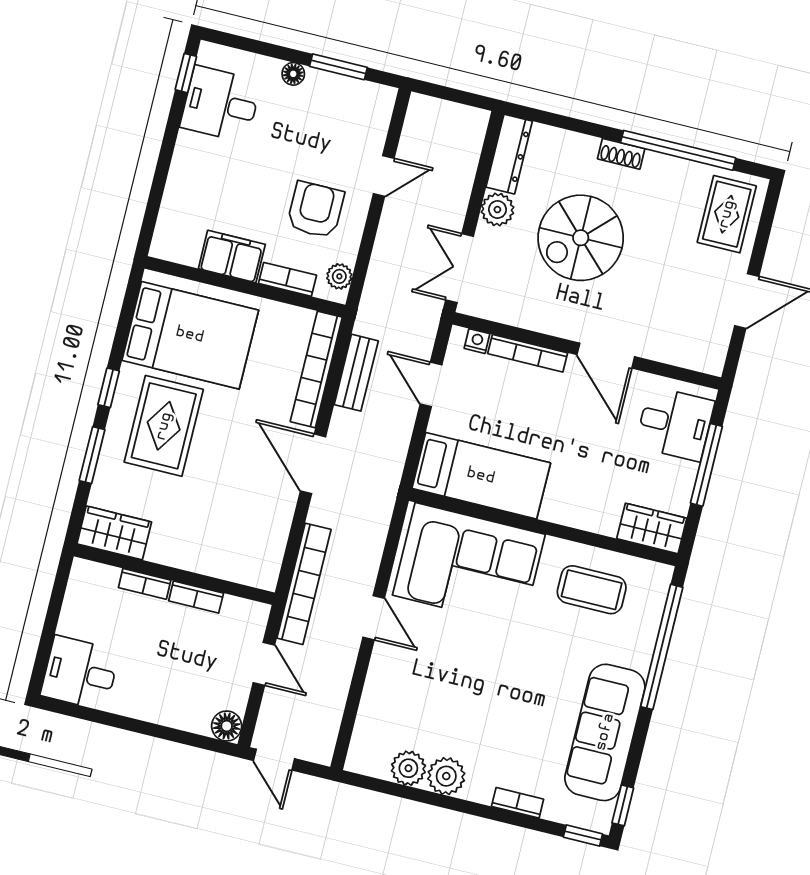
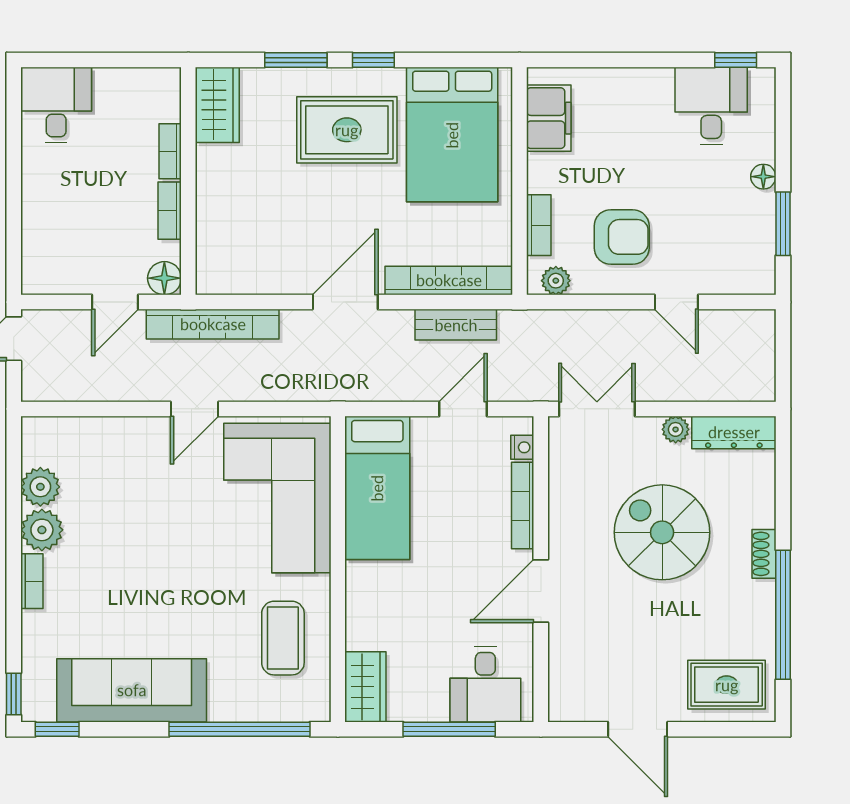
plant: (497, 210) -> (676, 429), width x0.73, depth x0.73
filing cabinet: (232, 256) -> (549, 118), moved
floor lamp: (227, 726) -> (164, 278), moved
bookcase: (518, 803) -> (32, 581), moved

